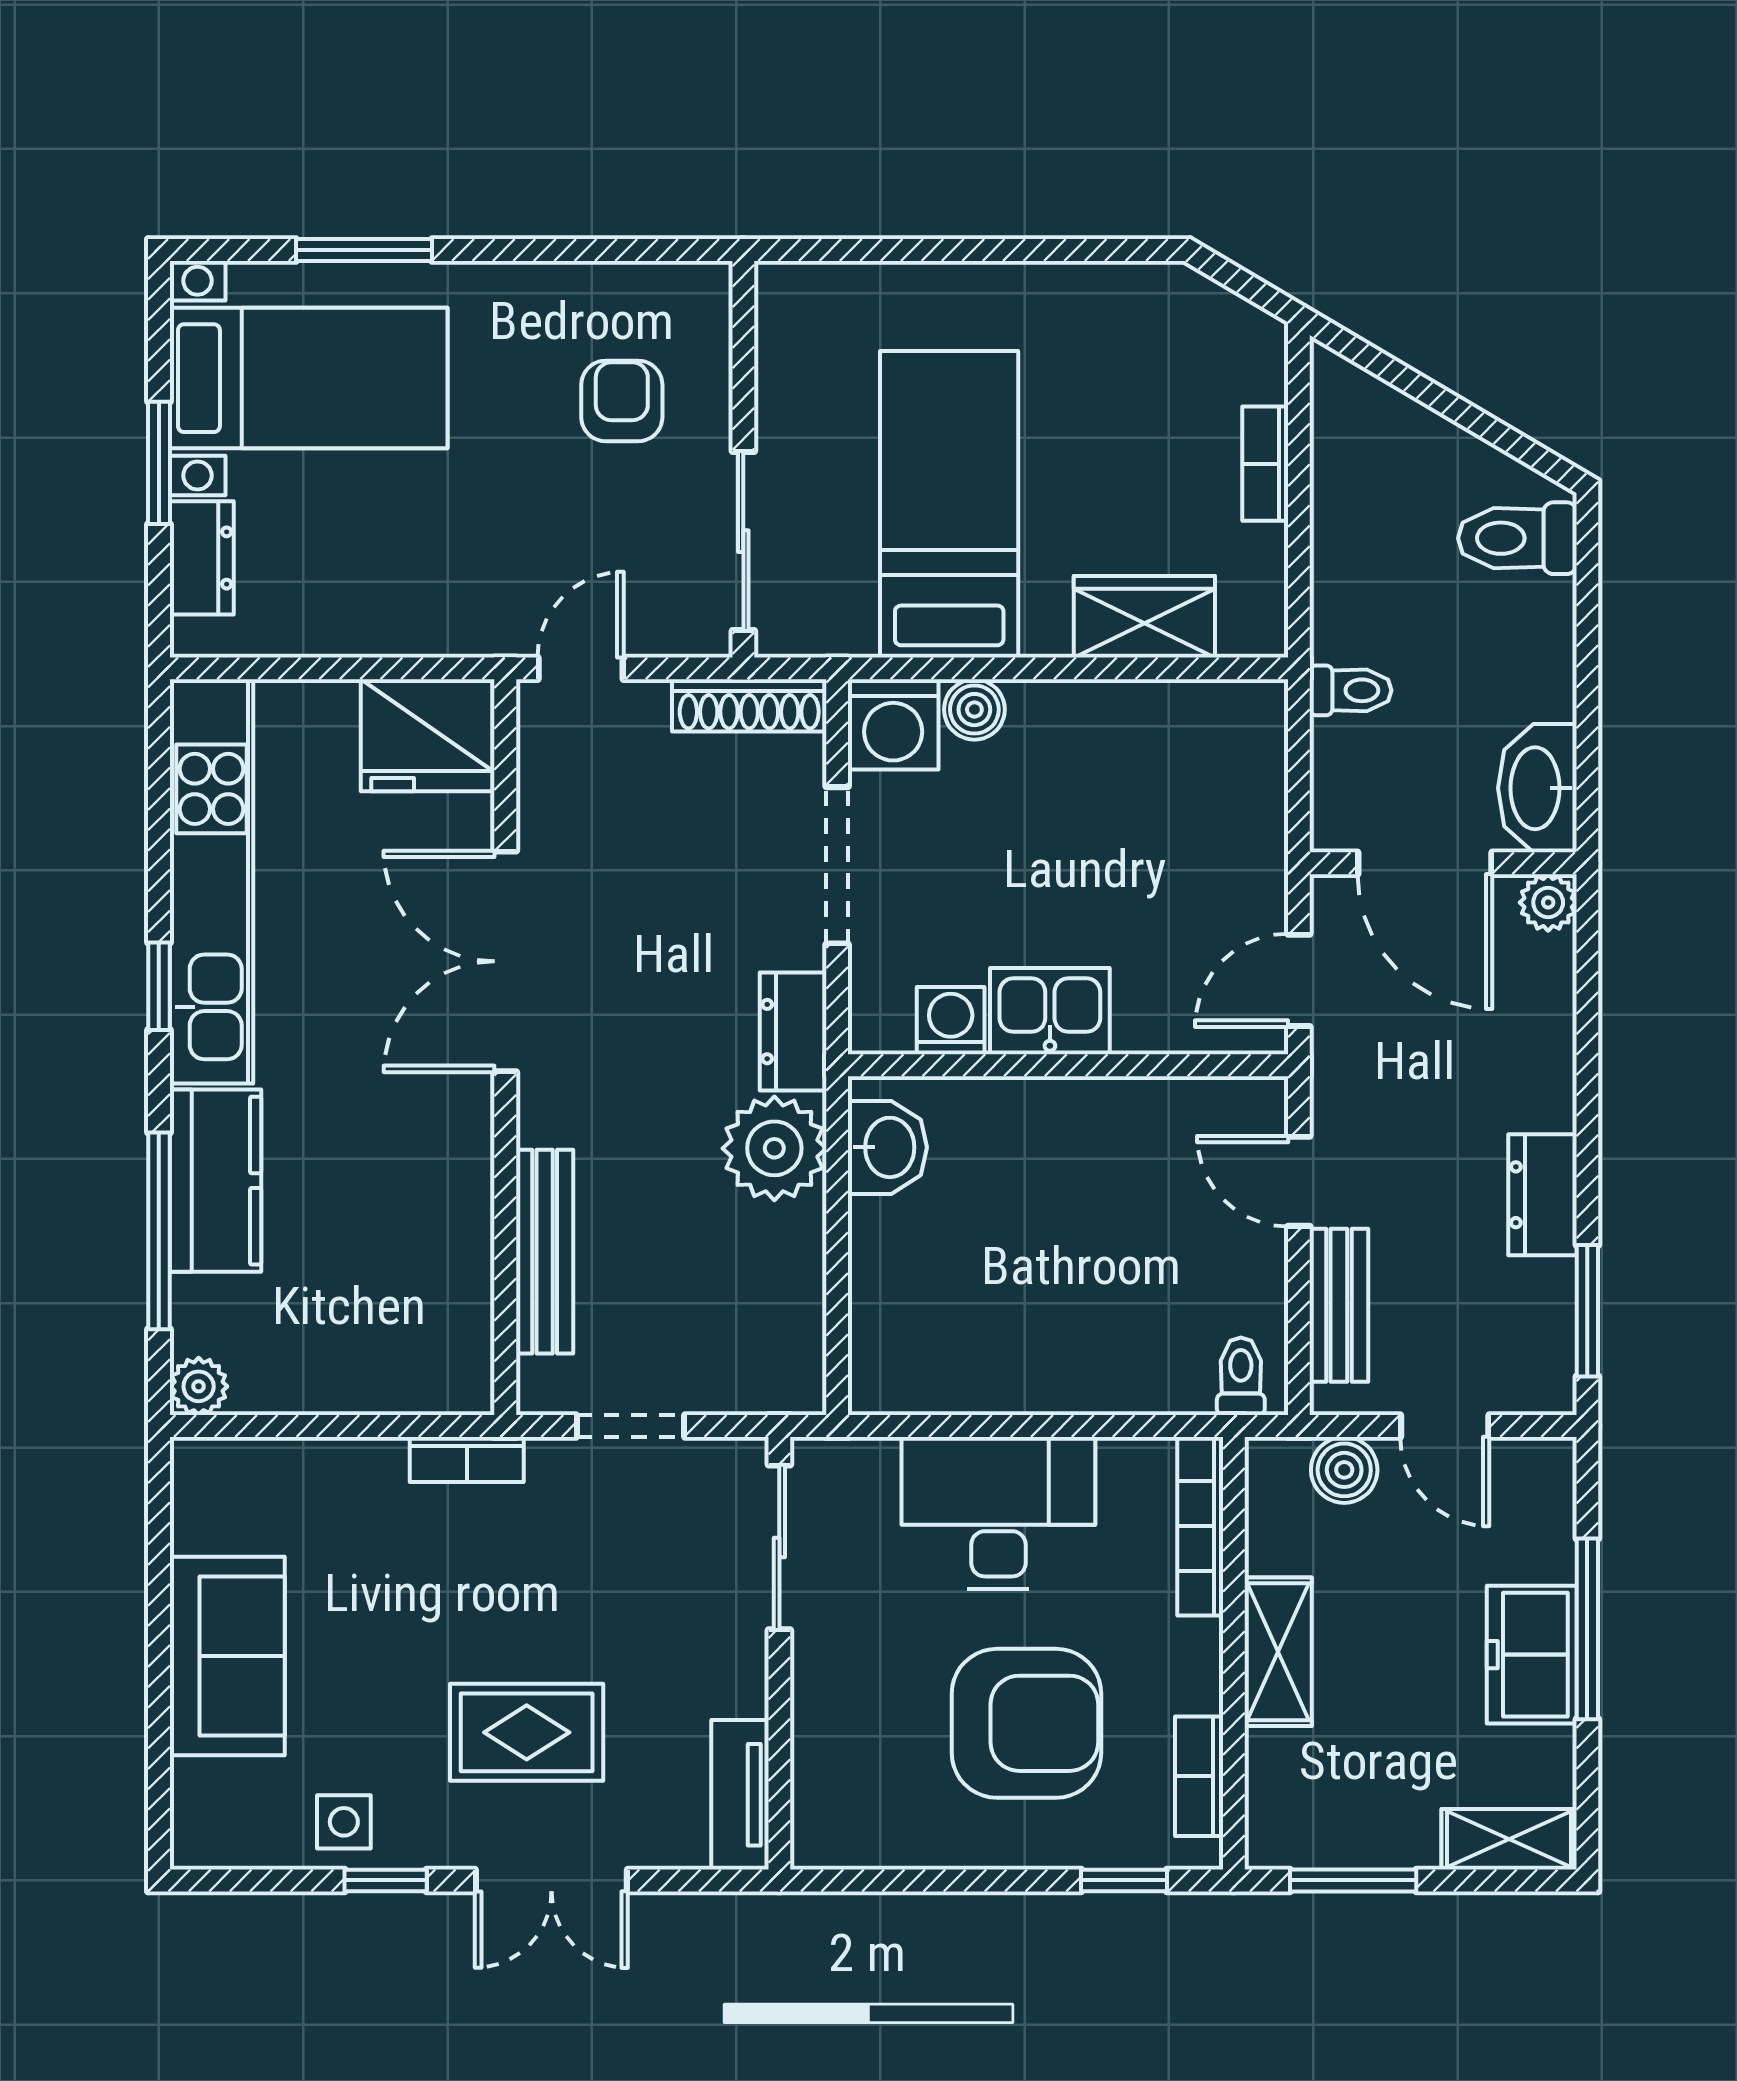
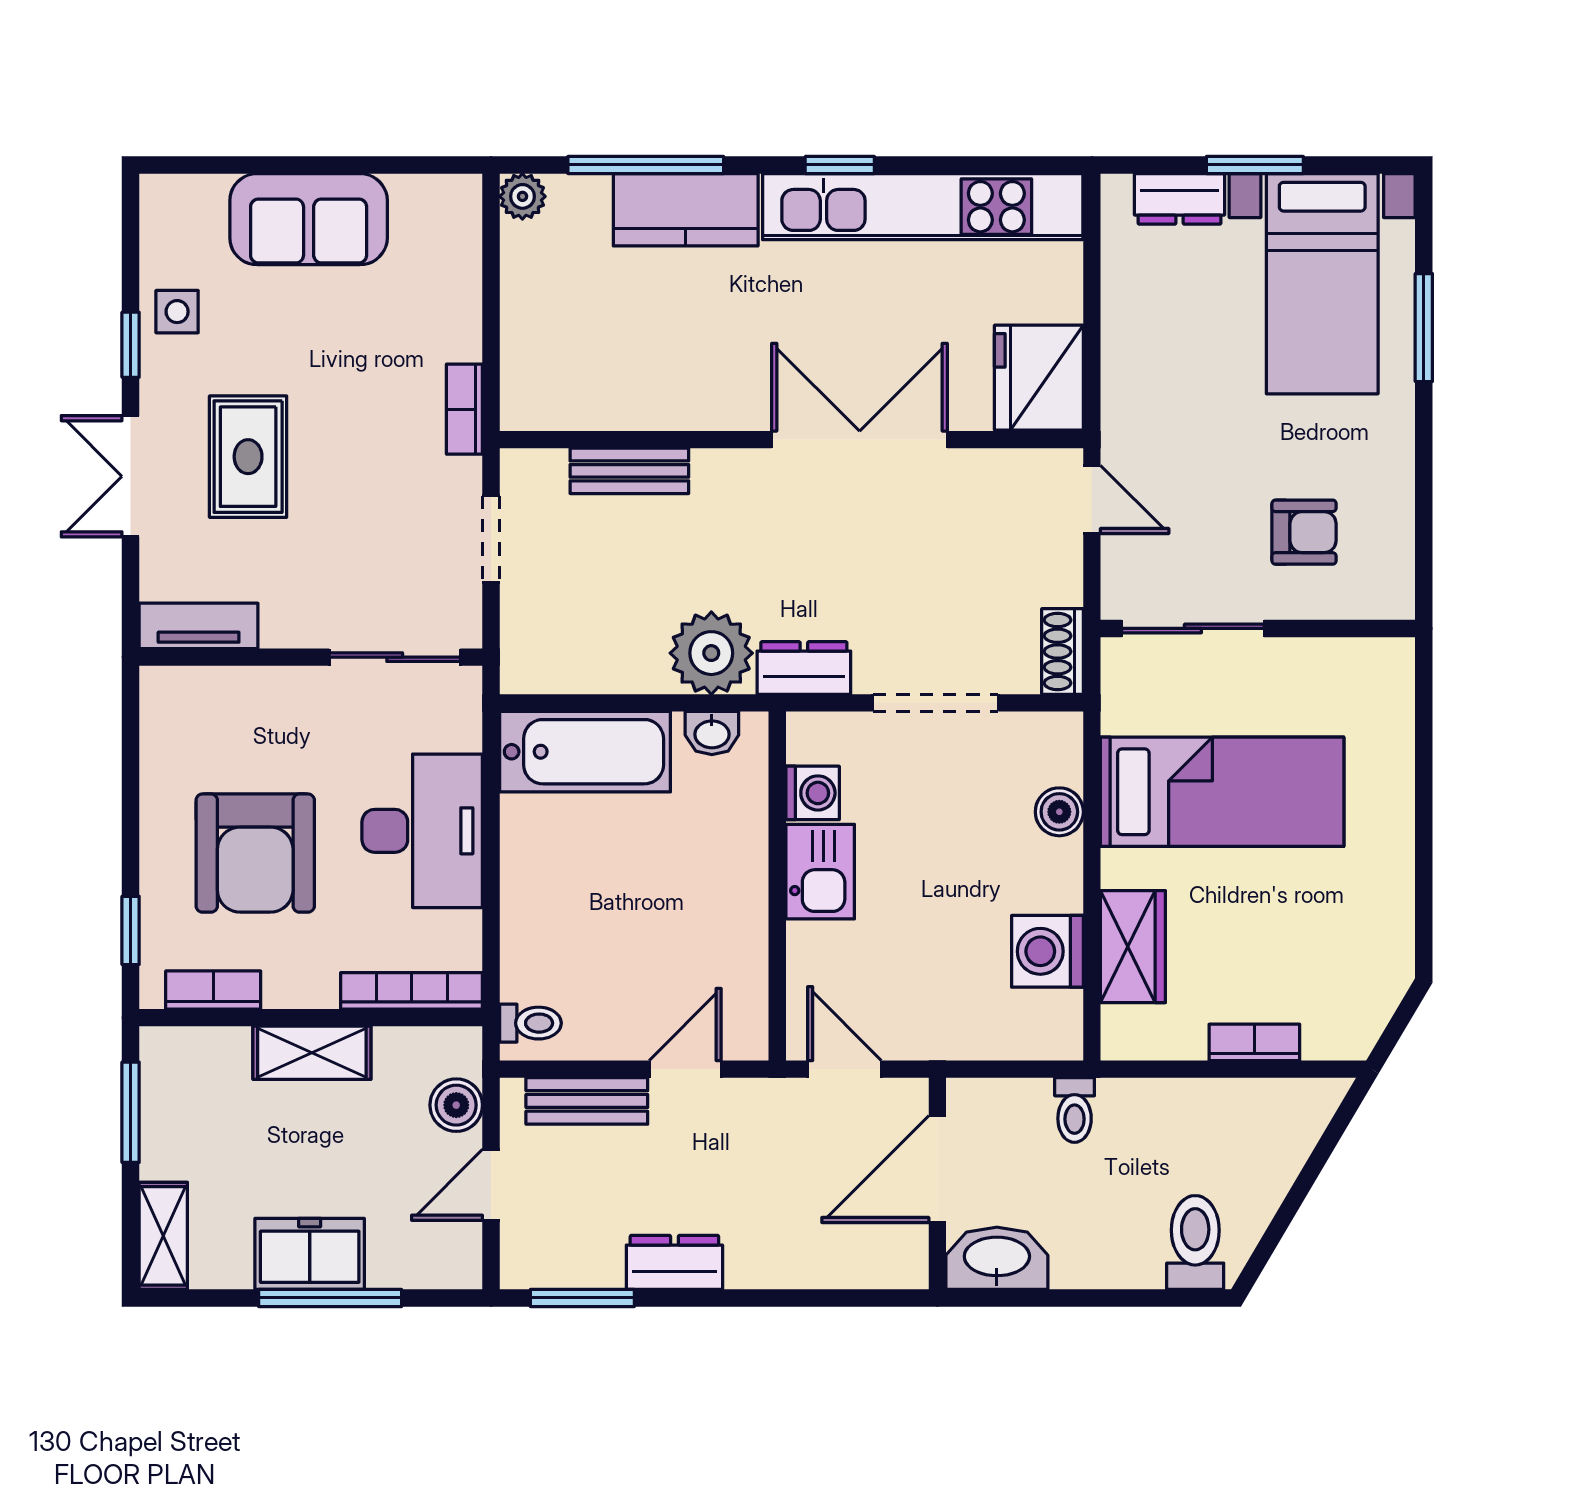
shoe rack: (749, 705) -> (1063, 651), width x0.70
washing machine: (893, 724) -> (1047, 951), moved
plant: (1548, 902) -> (906, 1267), removed
washbasin: (887, 1147) -> (712, 733), width x0.72, depth x0.69
bench: (545, 1252) -> (629, 471), width x0.73
bathtub: (899, 1307) -> (585, 752), added

